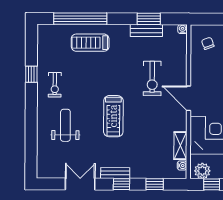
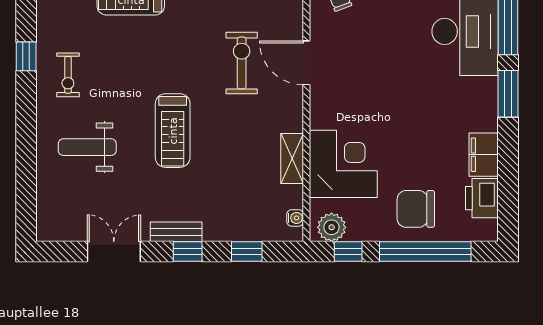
exercise bike: (152, 78) -> (242, 63), turned 180
door: (189, 98) -> (306, 63), moved
weight bench: (65, 125) -> (87, 147), turned -90
shelving: (180, 146) -> (292, 159), moved

